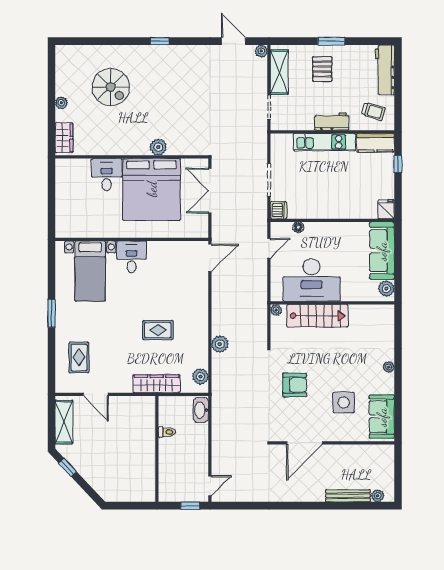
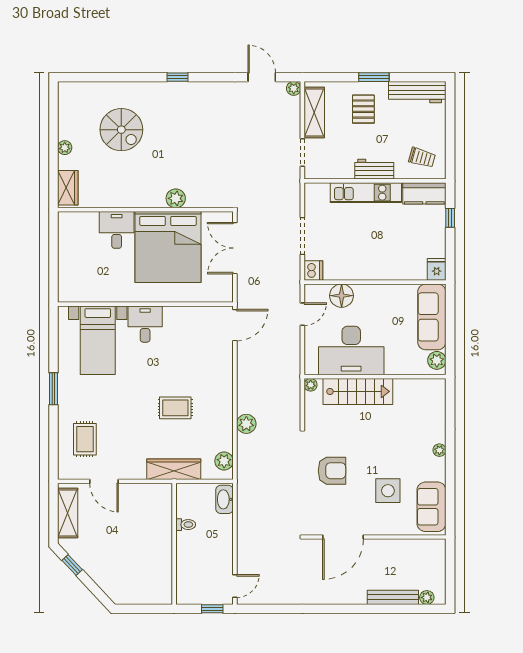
workbench: (385, 70) -> (417, 92), moved, turned -90
floor lamp: (298, 227) -> (342, 296), width x1.89, depth x1.89

